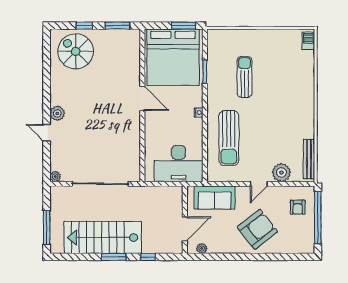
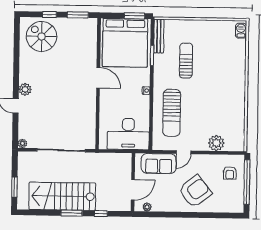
bench: (309, 159) -> (159, 36), moved
door: (259, 184) -> (184, 152), moved
window: (47, 227) -> (14, 187), width x0.69

